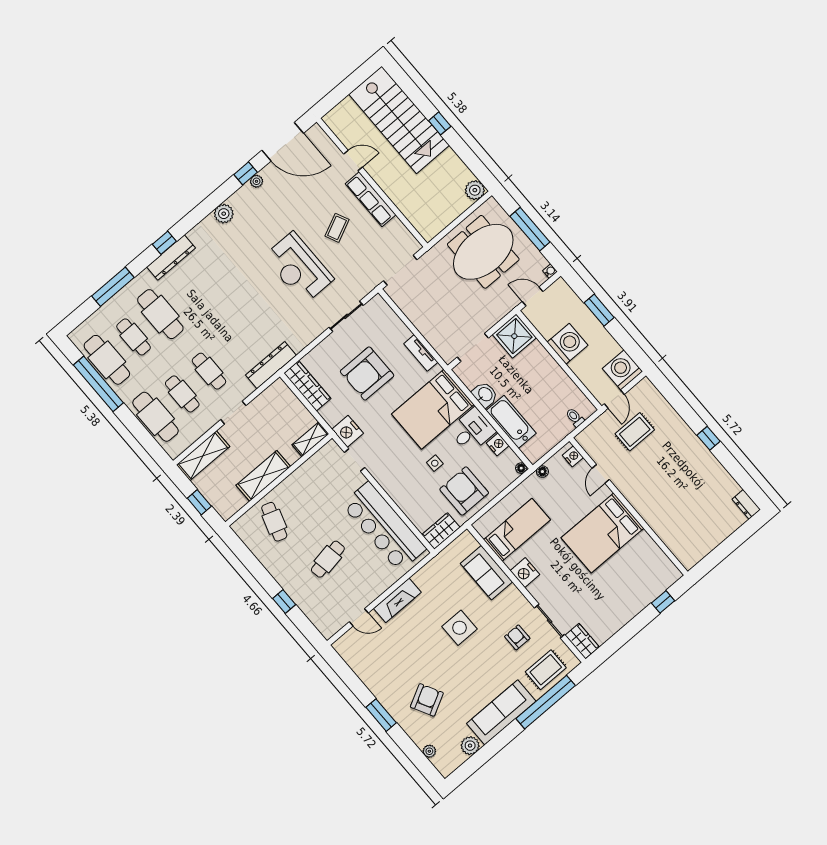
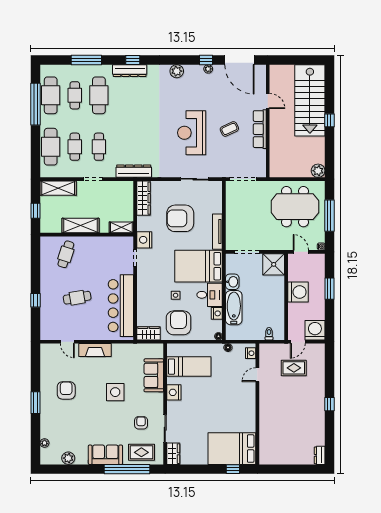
tv unit: (421, 353) -> (217, 232), width x1.41
bed: (602, 533) -> (232, 449), moved
armchair: (427, 700) -> (66, 390), moved, turned -62
sofa: (501, 712) -> (105, 455), width x0.73

